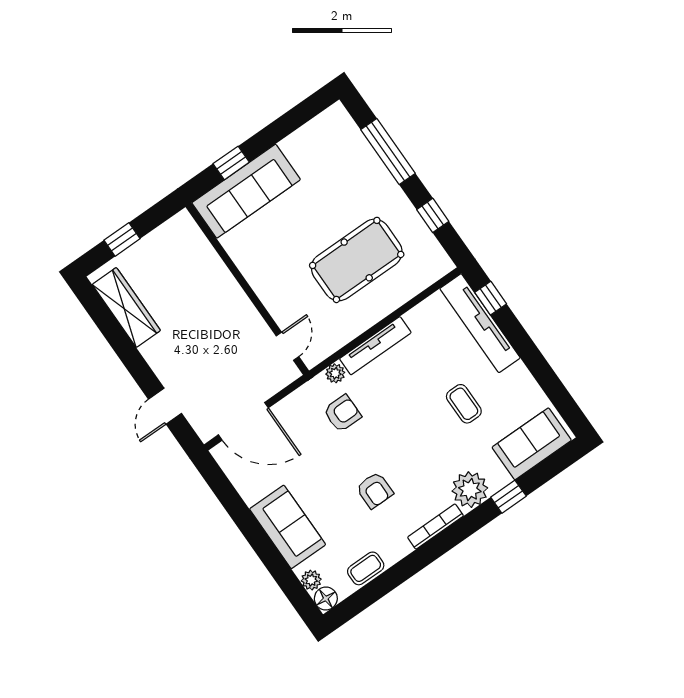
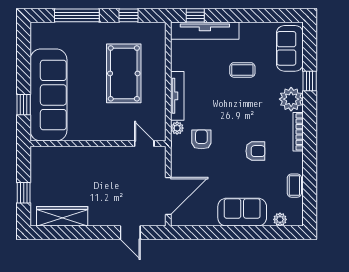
sofa: (246, 191) -> (49, 95), width x1.36, depth x1.27
floor lamp: (326, 599) -> (296, 219), removed

